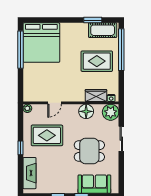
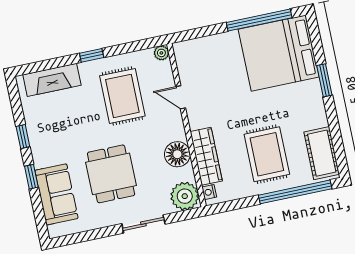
window: (93, 20) -> (324, 80), moved
wardrobe: (96, 95) -> (206, 156), width x1.50

